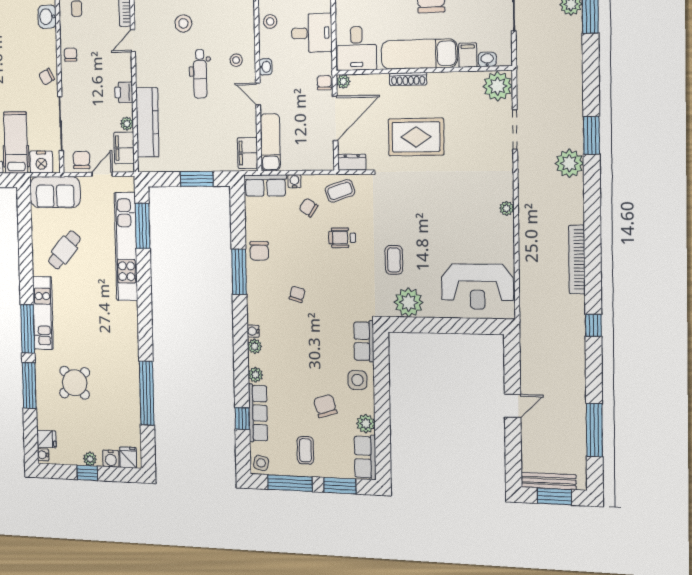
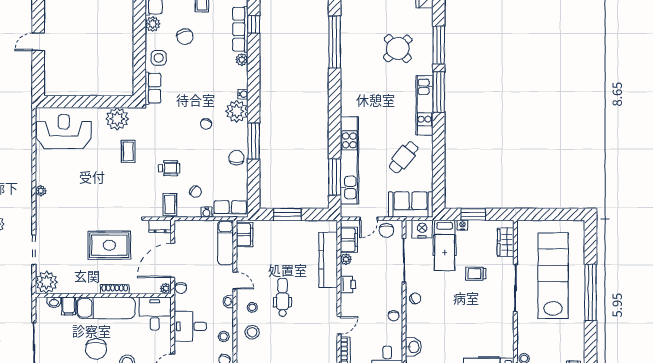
stool: (183, 23) -> (252, 332), moved
coffee table: (340, 191) -> (170, 204), turned -72
plant: (255, 346) -> (237, 111), moved, width x1.88, depth x1.88

